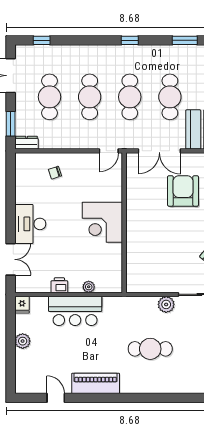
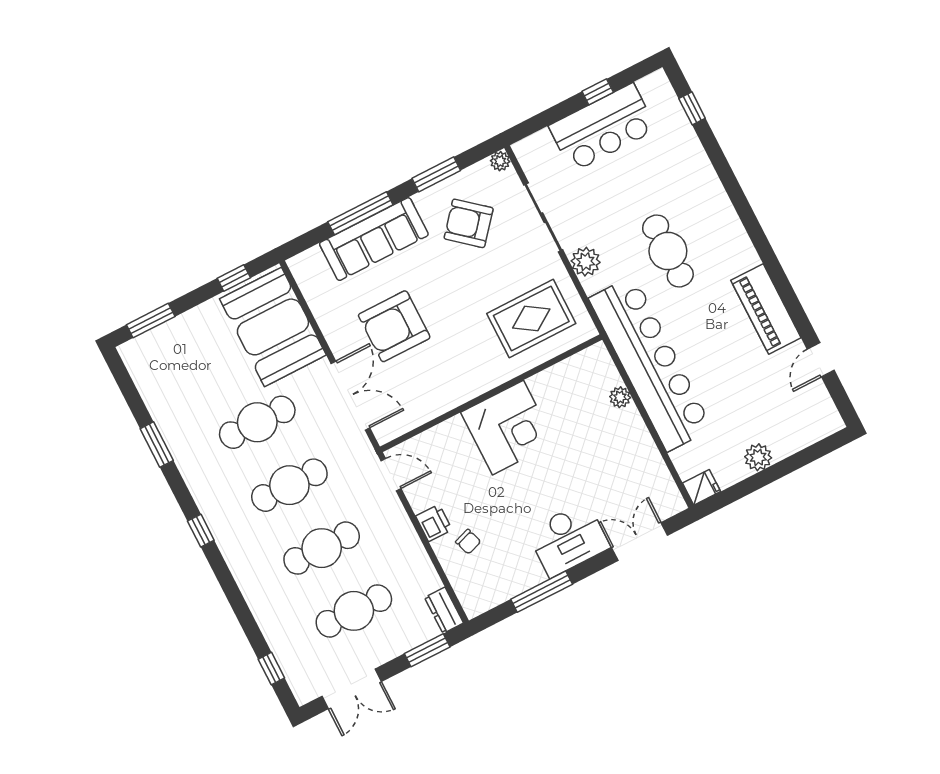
window: (11, 197) -> (542, 592), added
rug: (151, 262) -> (531, 319), added
printer: (59, 285) -> (434, 523), moved, turned 180
bar counter: (75, 311) -> (650, 363), width x1.86

